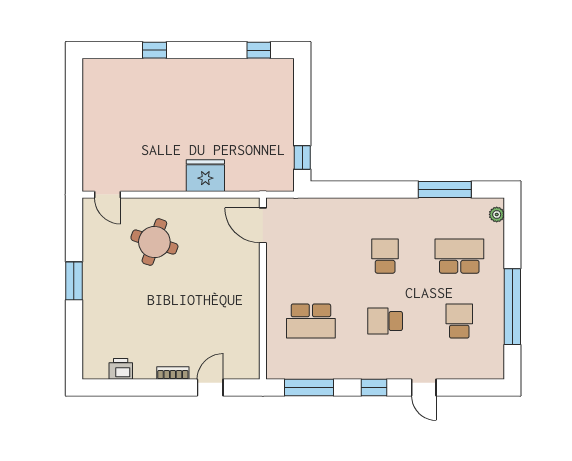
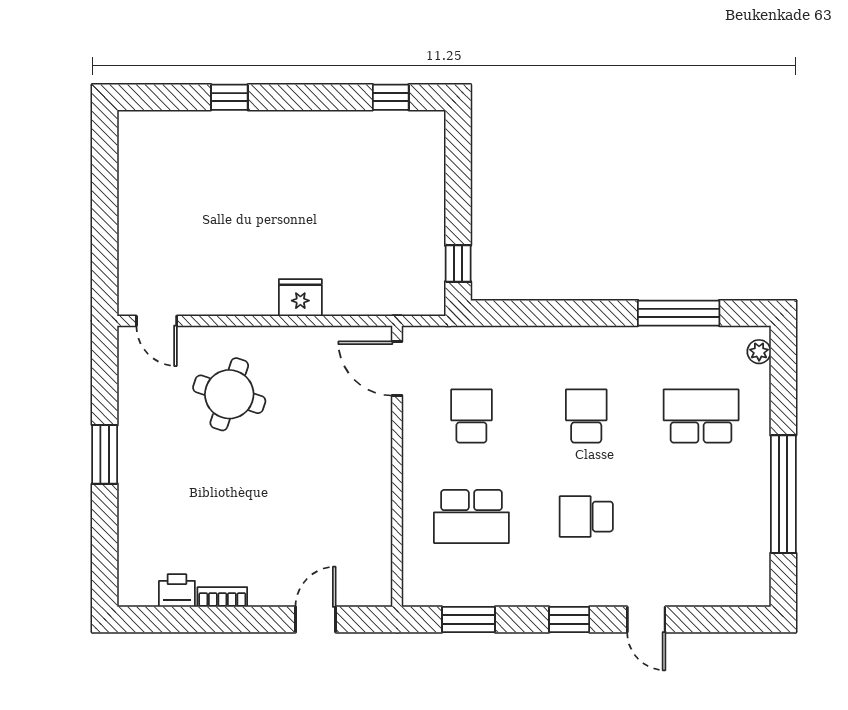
fridge: (205, 176) -> (300, 298), width x0.73, depth x0.75
school desk: (459, 321) -> (471, 416), moved
bookcase: (173, 373) -> (222, 597), moved
window: (309, 388) -> (468, 620), width x0.69

